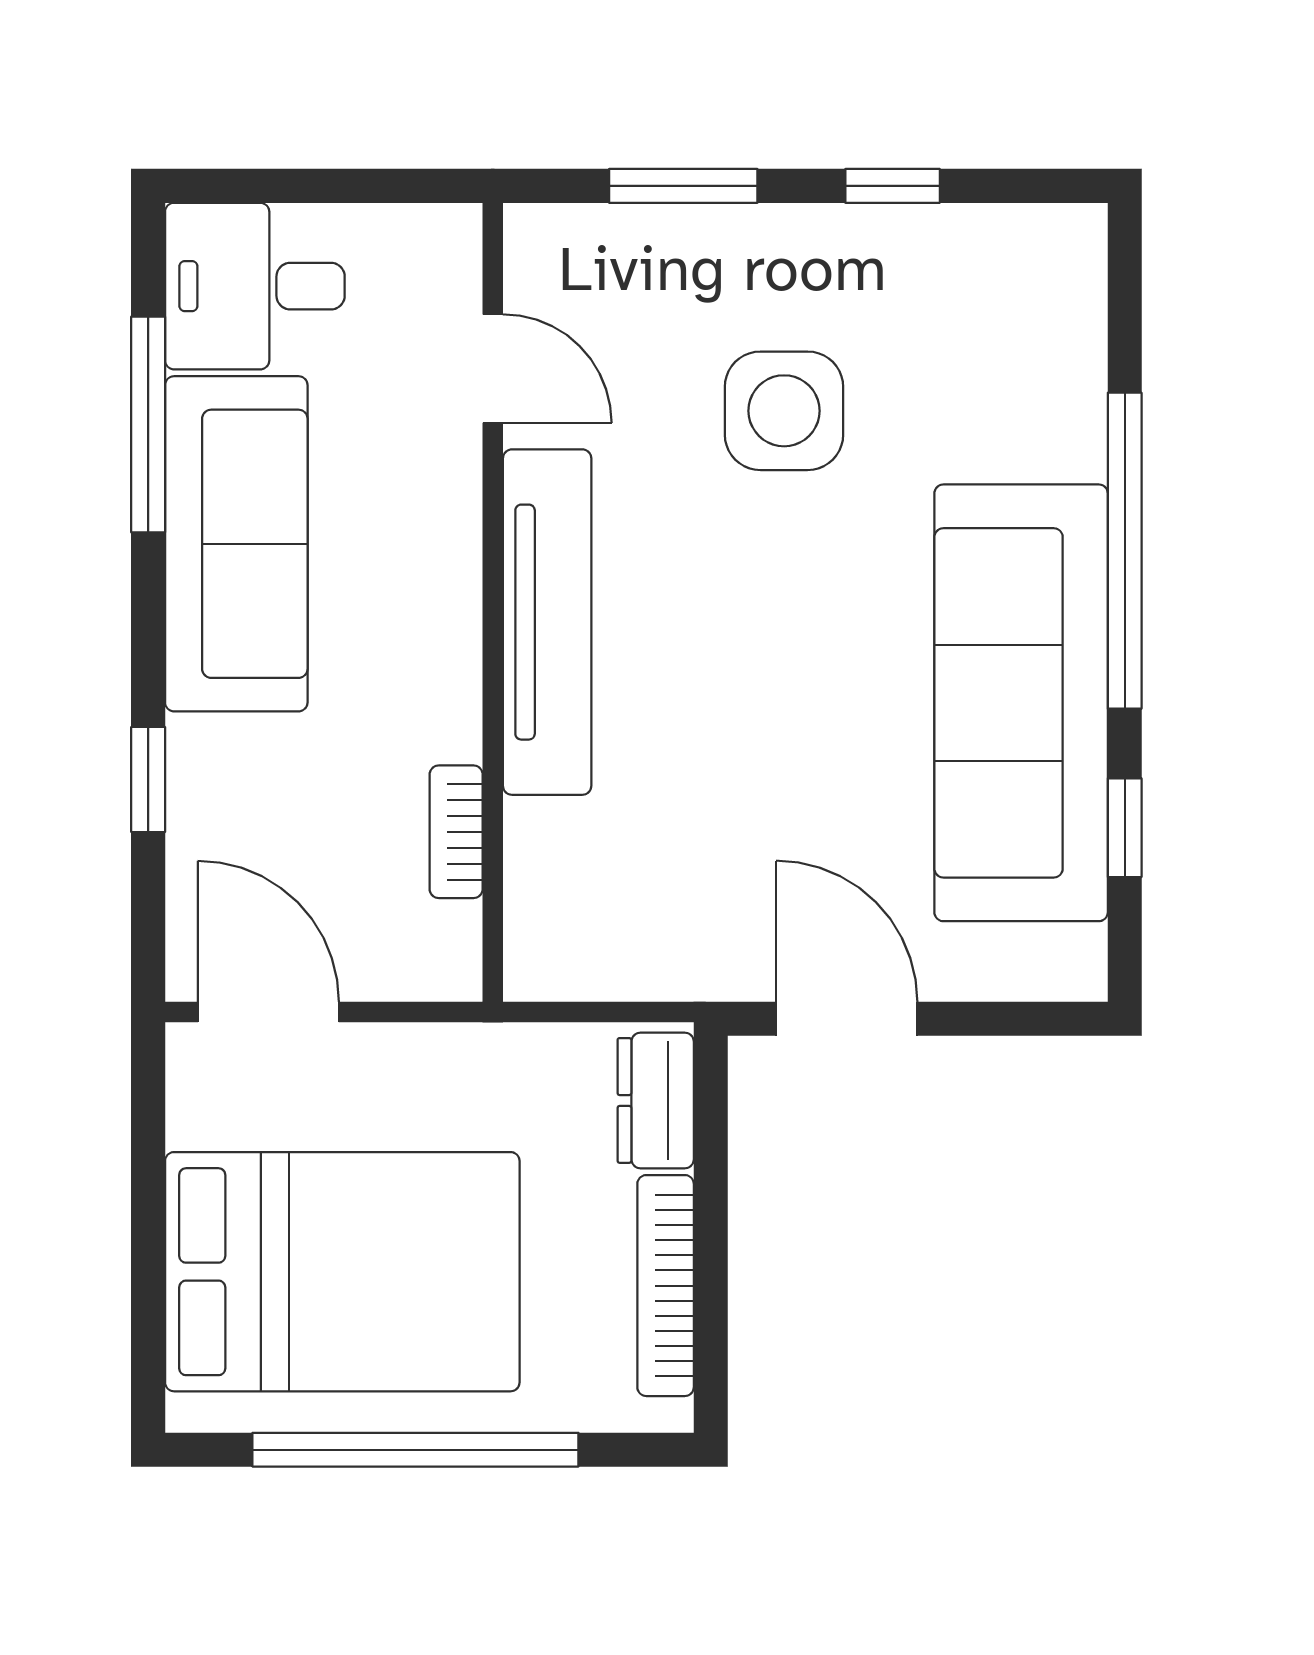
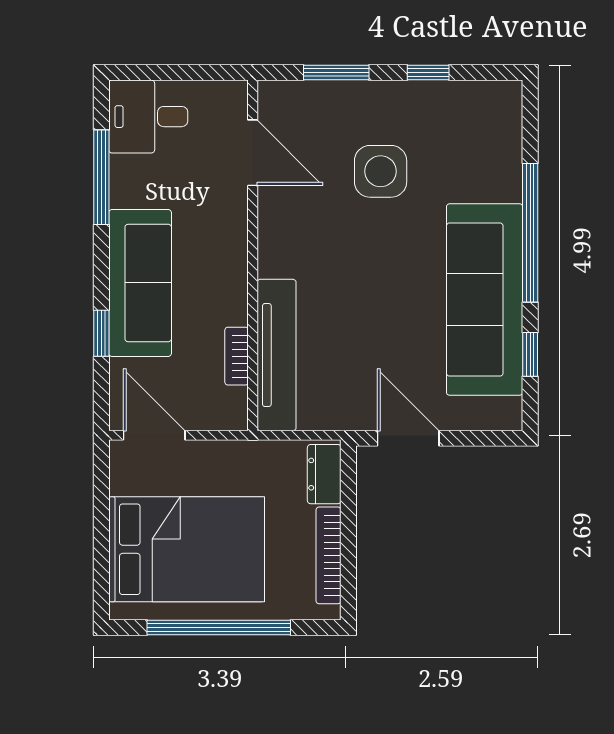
door: (493, 369) -> (253, 153), width x1.37
sofa: (236, 544) -> (140, 283), moved
tv unit: (547, 622) -> (277, 355), moved

